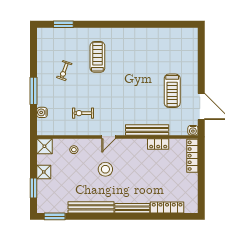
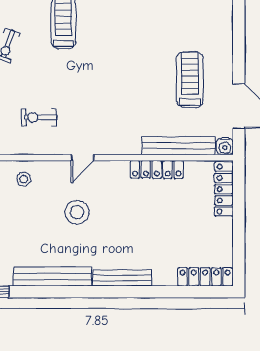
treadmill: (172, 91) -> (190, 80), turned 180
bench: (147, 130) -> (179, 146), moved
locker: (158, 144) -> (157, 169), width x1.53
locker: (167, 208) -> (205, 277), moved

